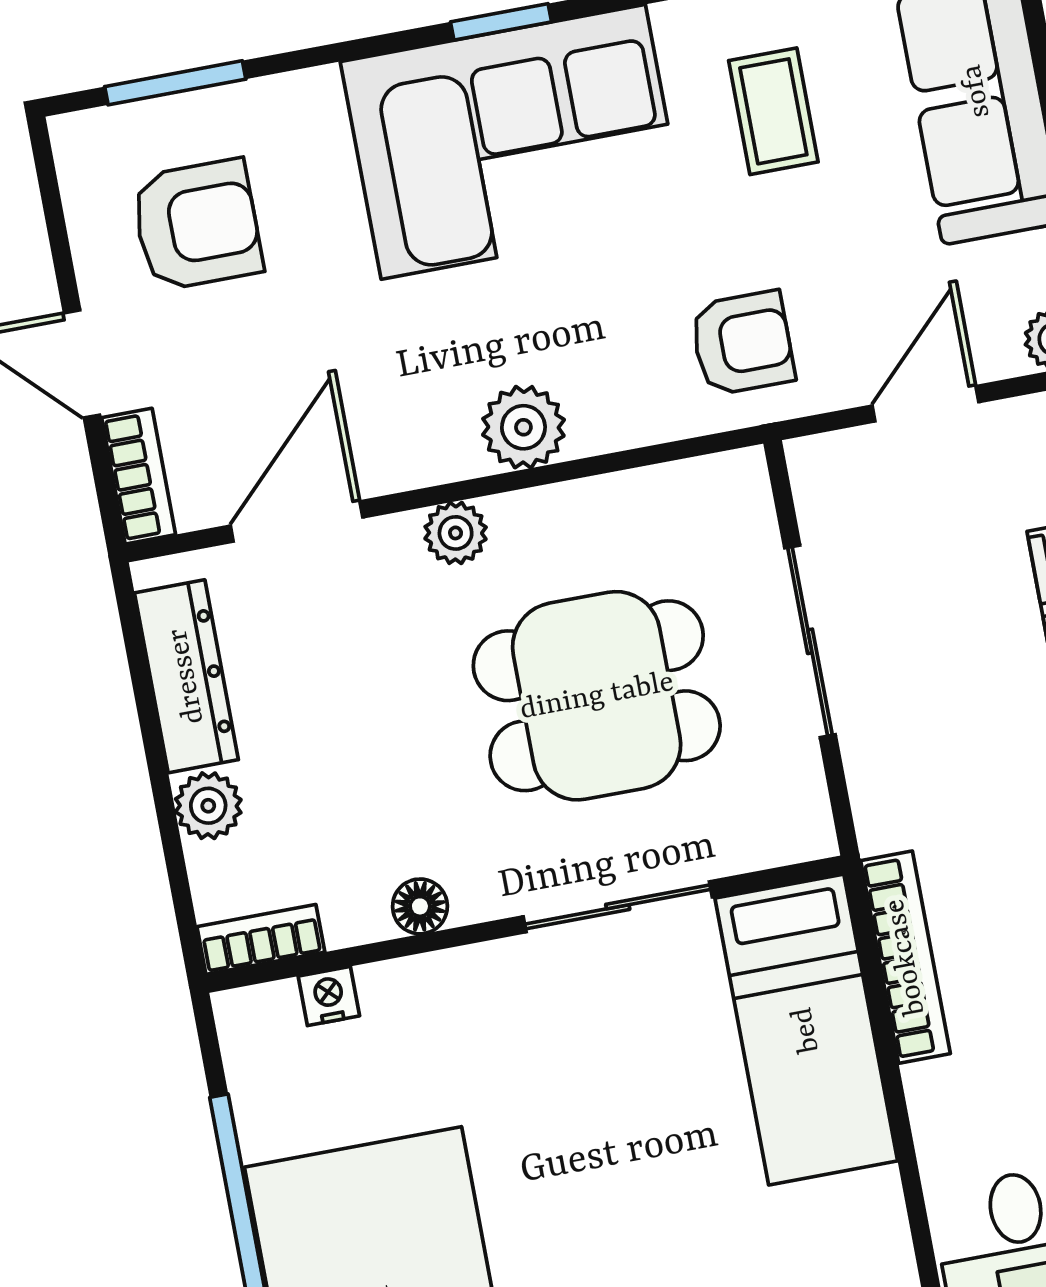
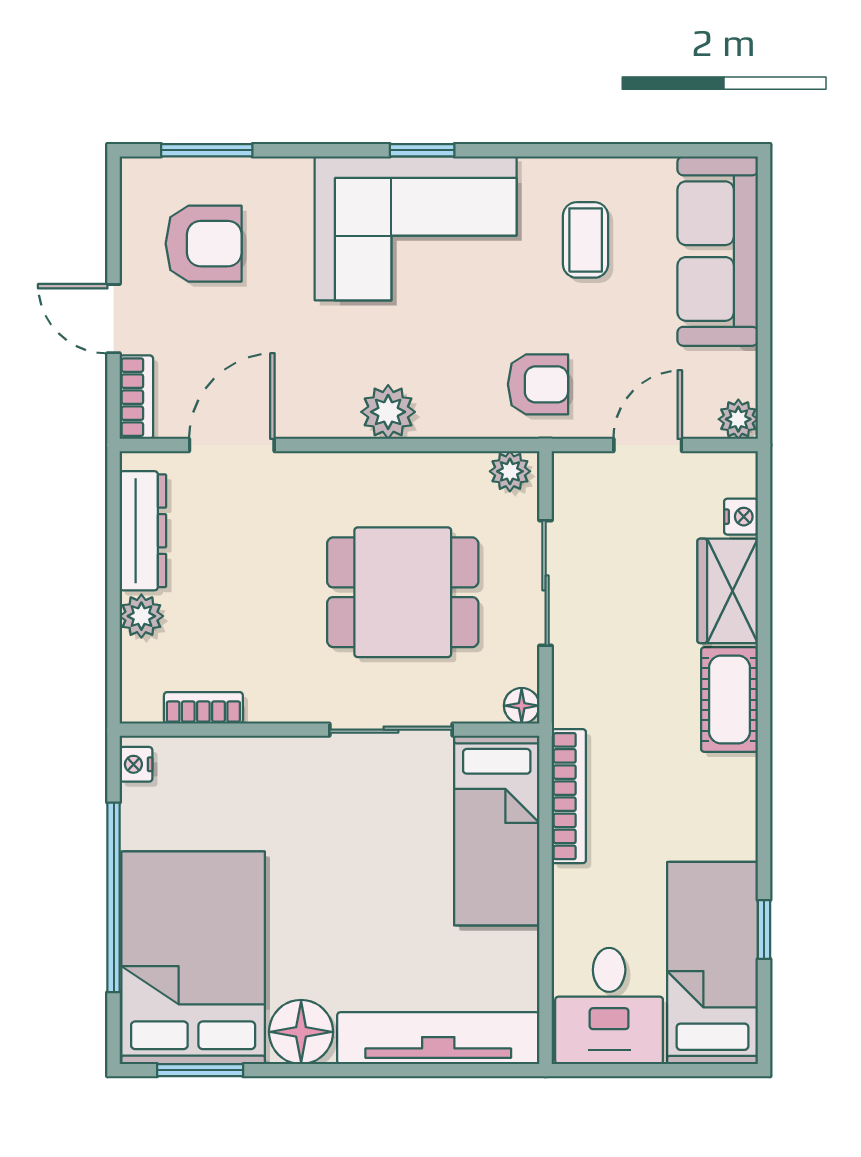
plant: (456, 533) -> (510, 471), moved
floor lamp: (420, 906) -> (522, 706), moved
bookcase: (261, 939) -> (203, 708), moved
nightstand: (329, 996) -> (136, 764), moved, turned -90

